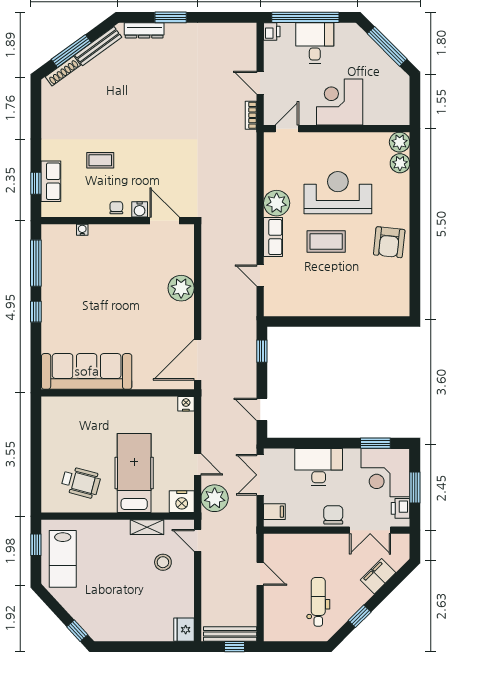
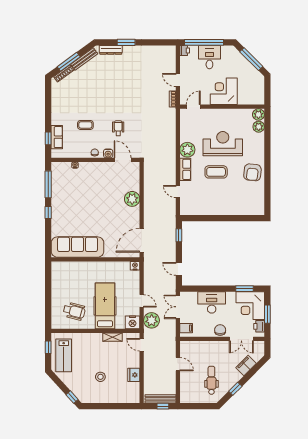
wheelchair: (157, 166) -> (118, 128), added
stool: (163, 562) -> (100, 377), moved
fridge: (184, 630) -> (134, 375), moved

